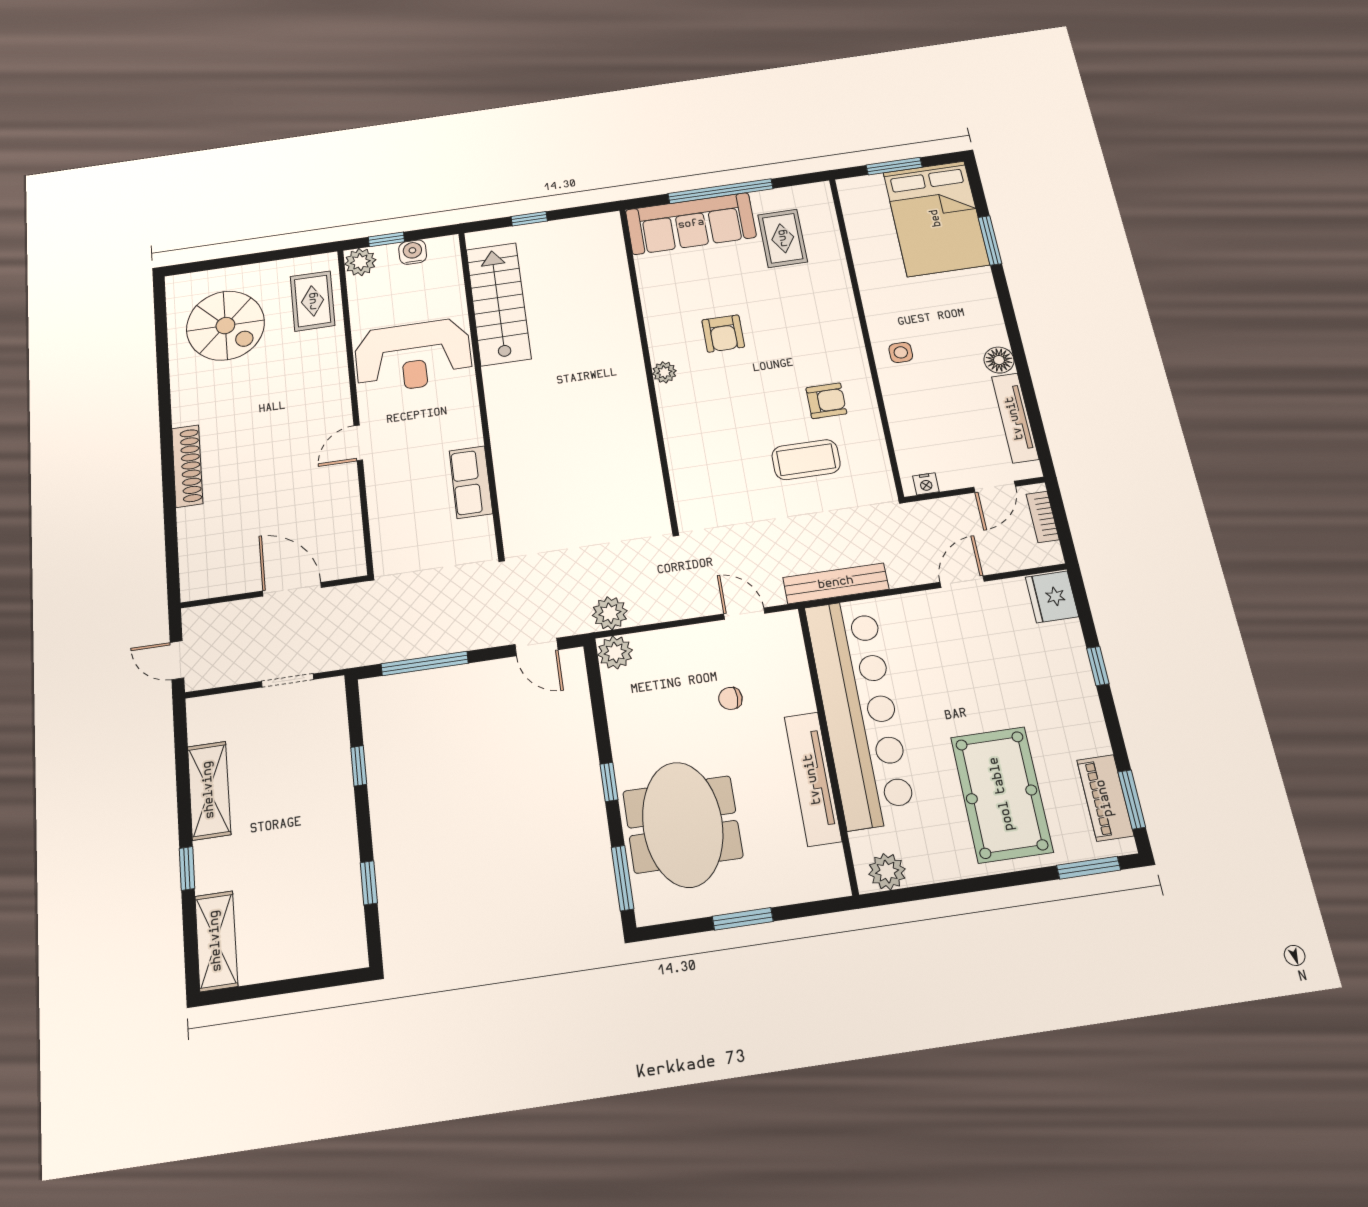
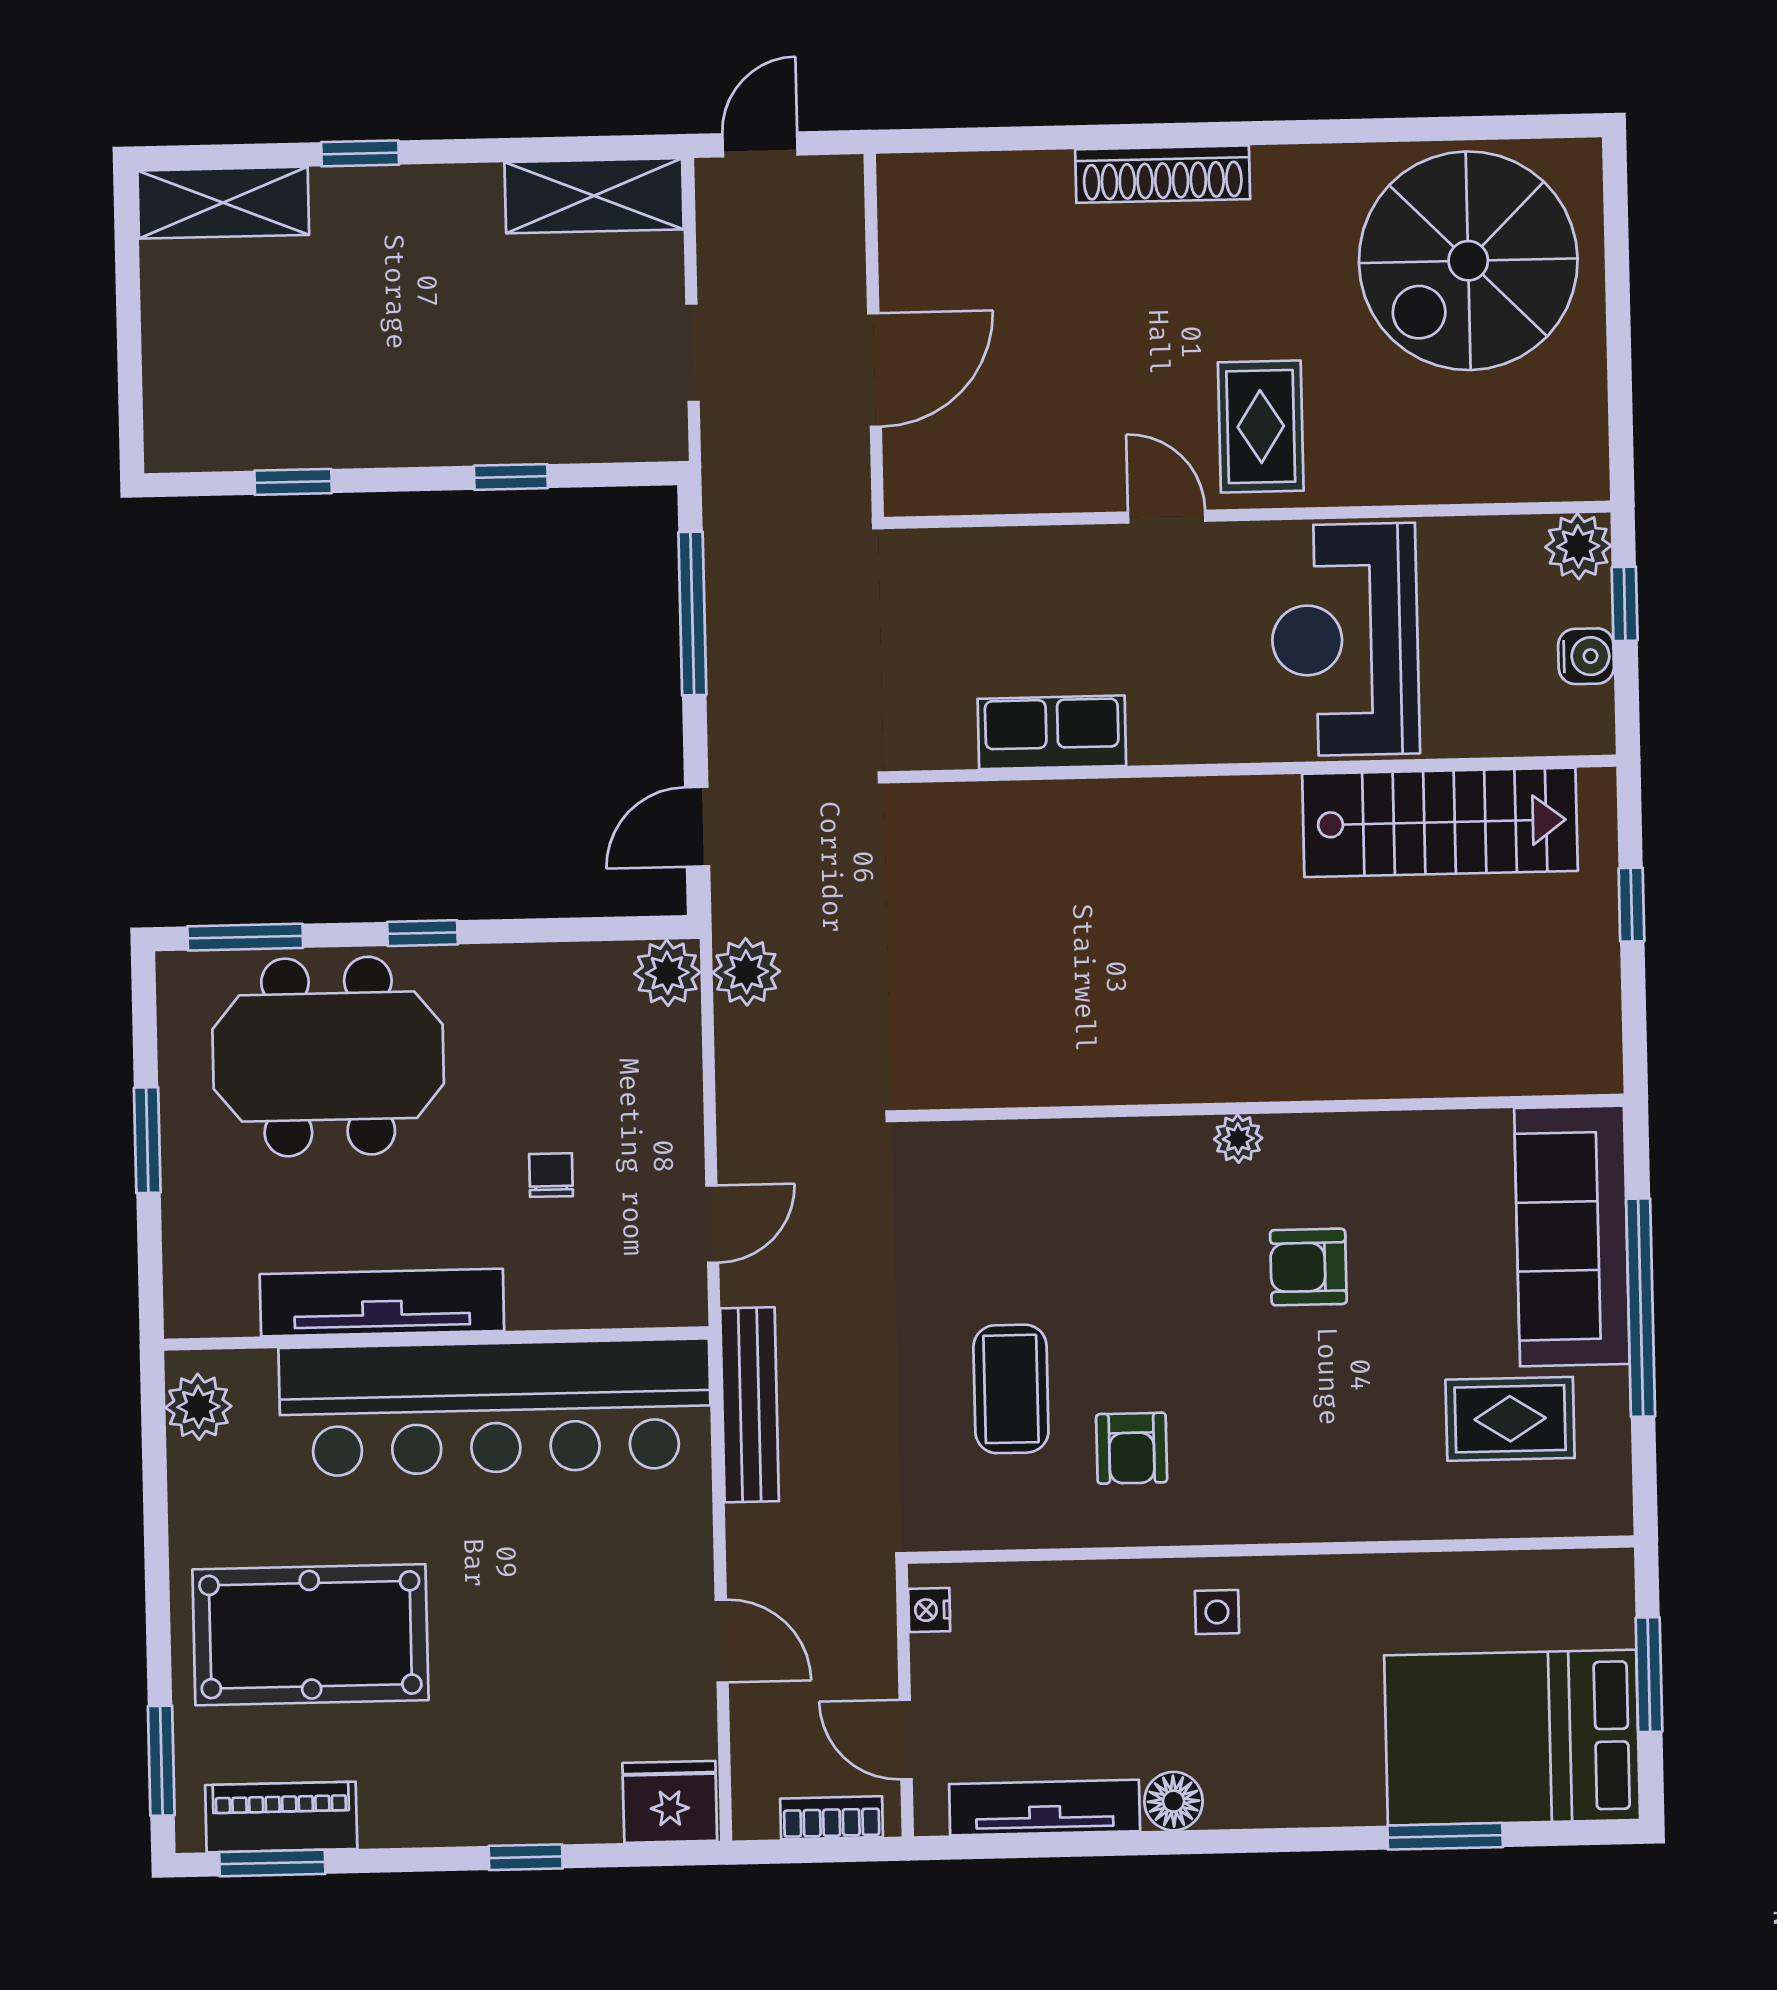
rug: (313, 301) -> (1261, 426), moved, turned 90
spiral stairs: (225, 326) -> (1468, 261), width x1.37, depth x1.37
shelving: (209, 790) -> (594, 196), moved

